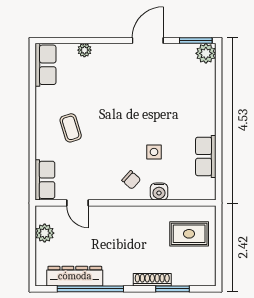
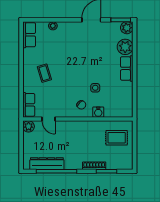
plant: (203, 85) -> (125, 47), added
row of seats: (206, 156) -> (127, 68), moved
plant: (45, 233) -> (29, 126), moved

